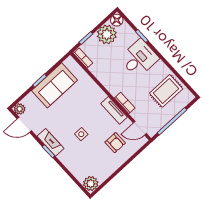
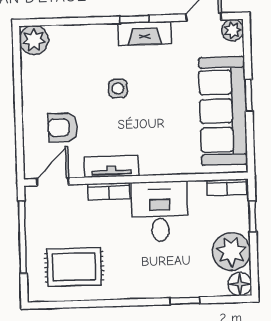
desk: (139, 58) -> (160, 211), moved, turned 180
sofa: (54, 85) -> (223, 111), width x1.36
rug: (166, 91) -> (74, 267), turned 90

